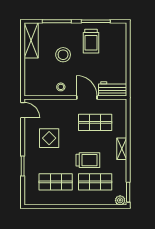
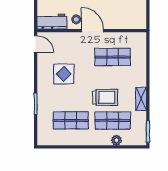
workbench: (113, 89) -> (52, 21), moved
door: (87, 98) -> (92, 31), moved
shelving: (122, 149) -> (141, 99), moved
plant: (120, 200) -> (117, 140), moved

